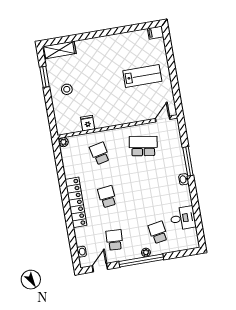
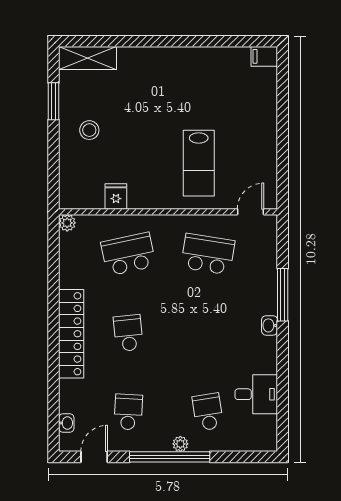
lab bench: (142, 76) -> (199, 163), moved, turned 90
school desk: (100, 153) -> (128, 254), width x1.85

